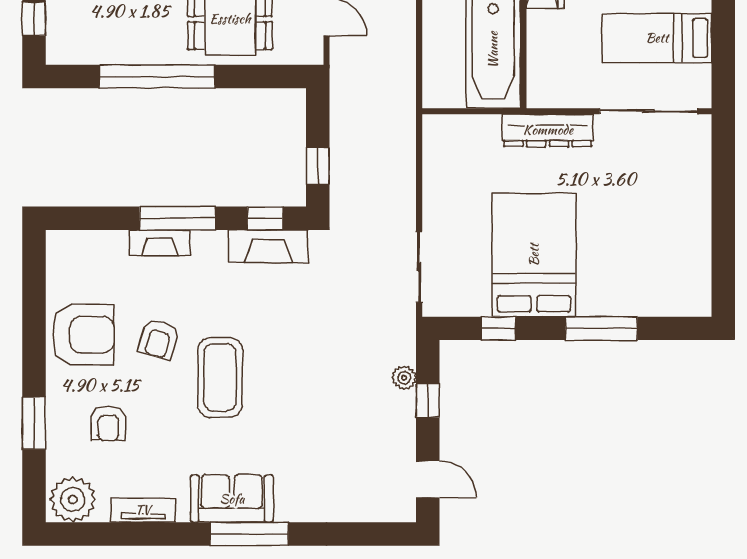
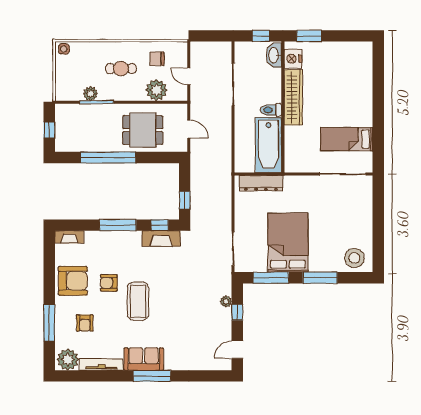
dresser: (548, 130) -> (261, 183), moved
fireplace: (160, 243) -> (69, 237), moved
stool: (673, 287) -> (354, 258), added
window: (498, 328) -> (271, 278), width x2.17
armchair: (159, 339) -> (109, 283), turned 74
window: (34, 423) -> (49, 323), width x1.44
door: (428, 479) -> (237, 350), swing flipped
tv unit: (143, 510) -> (101, 365), width x1.41

